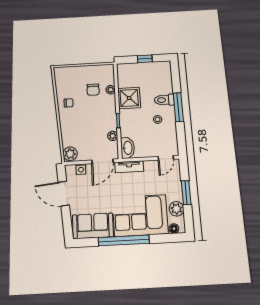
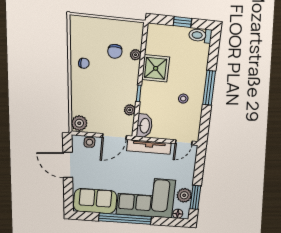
toilet: (164, 100) -> (200, 35), moved
tv unit: (129, 167) -> (149, 147), width x1.41
window: (186, 193) -> (195, 197), moved

